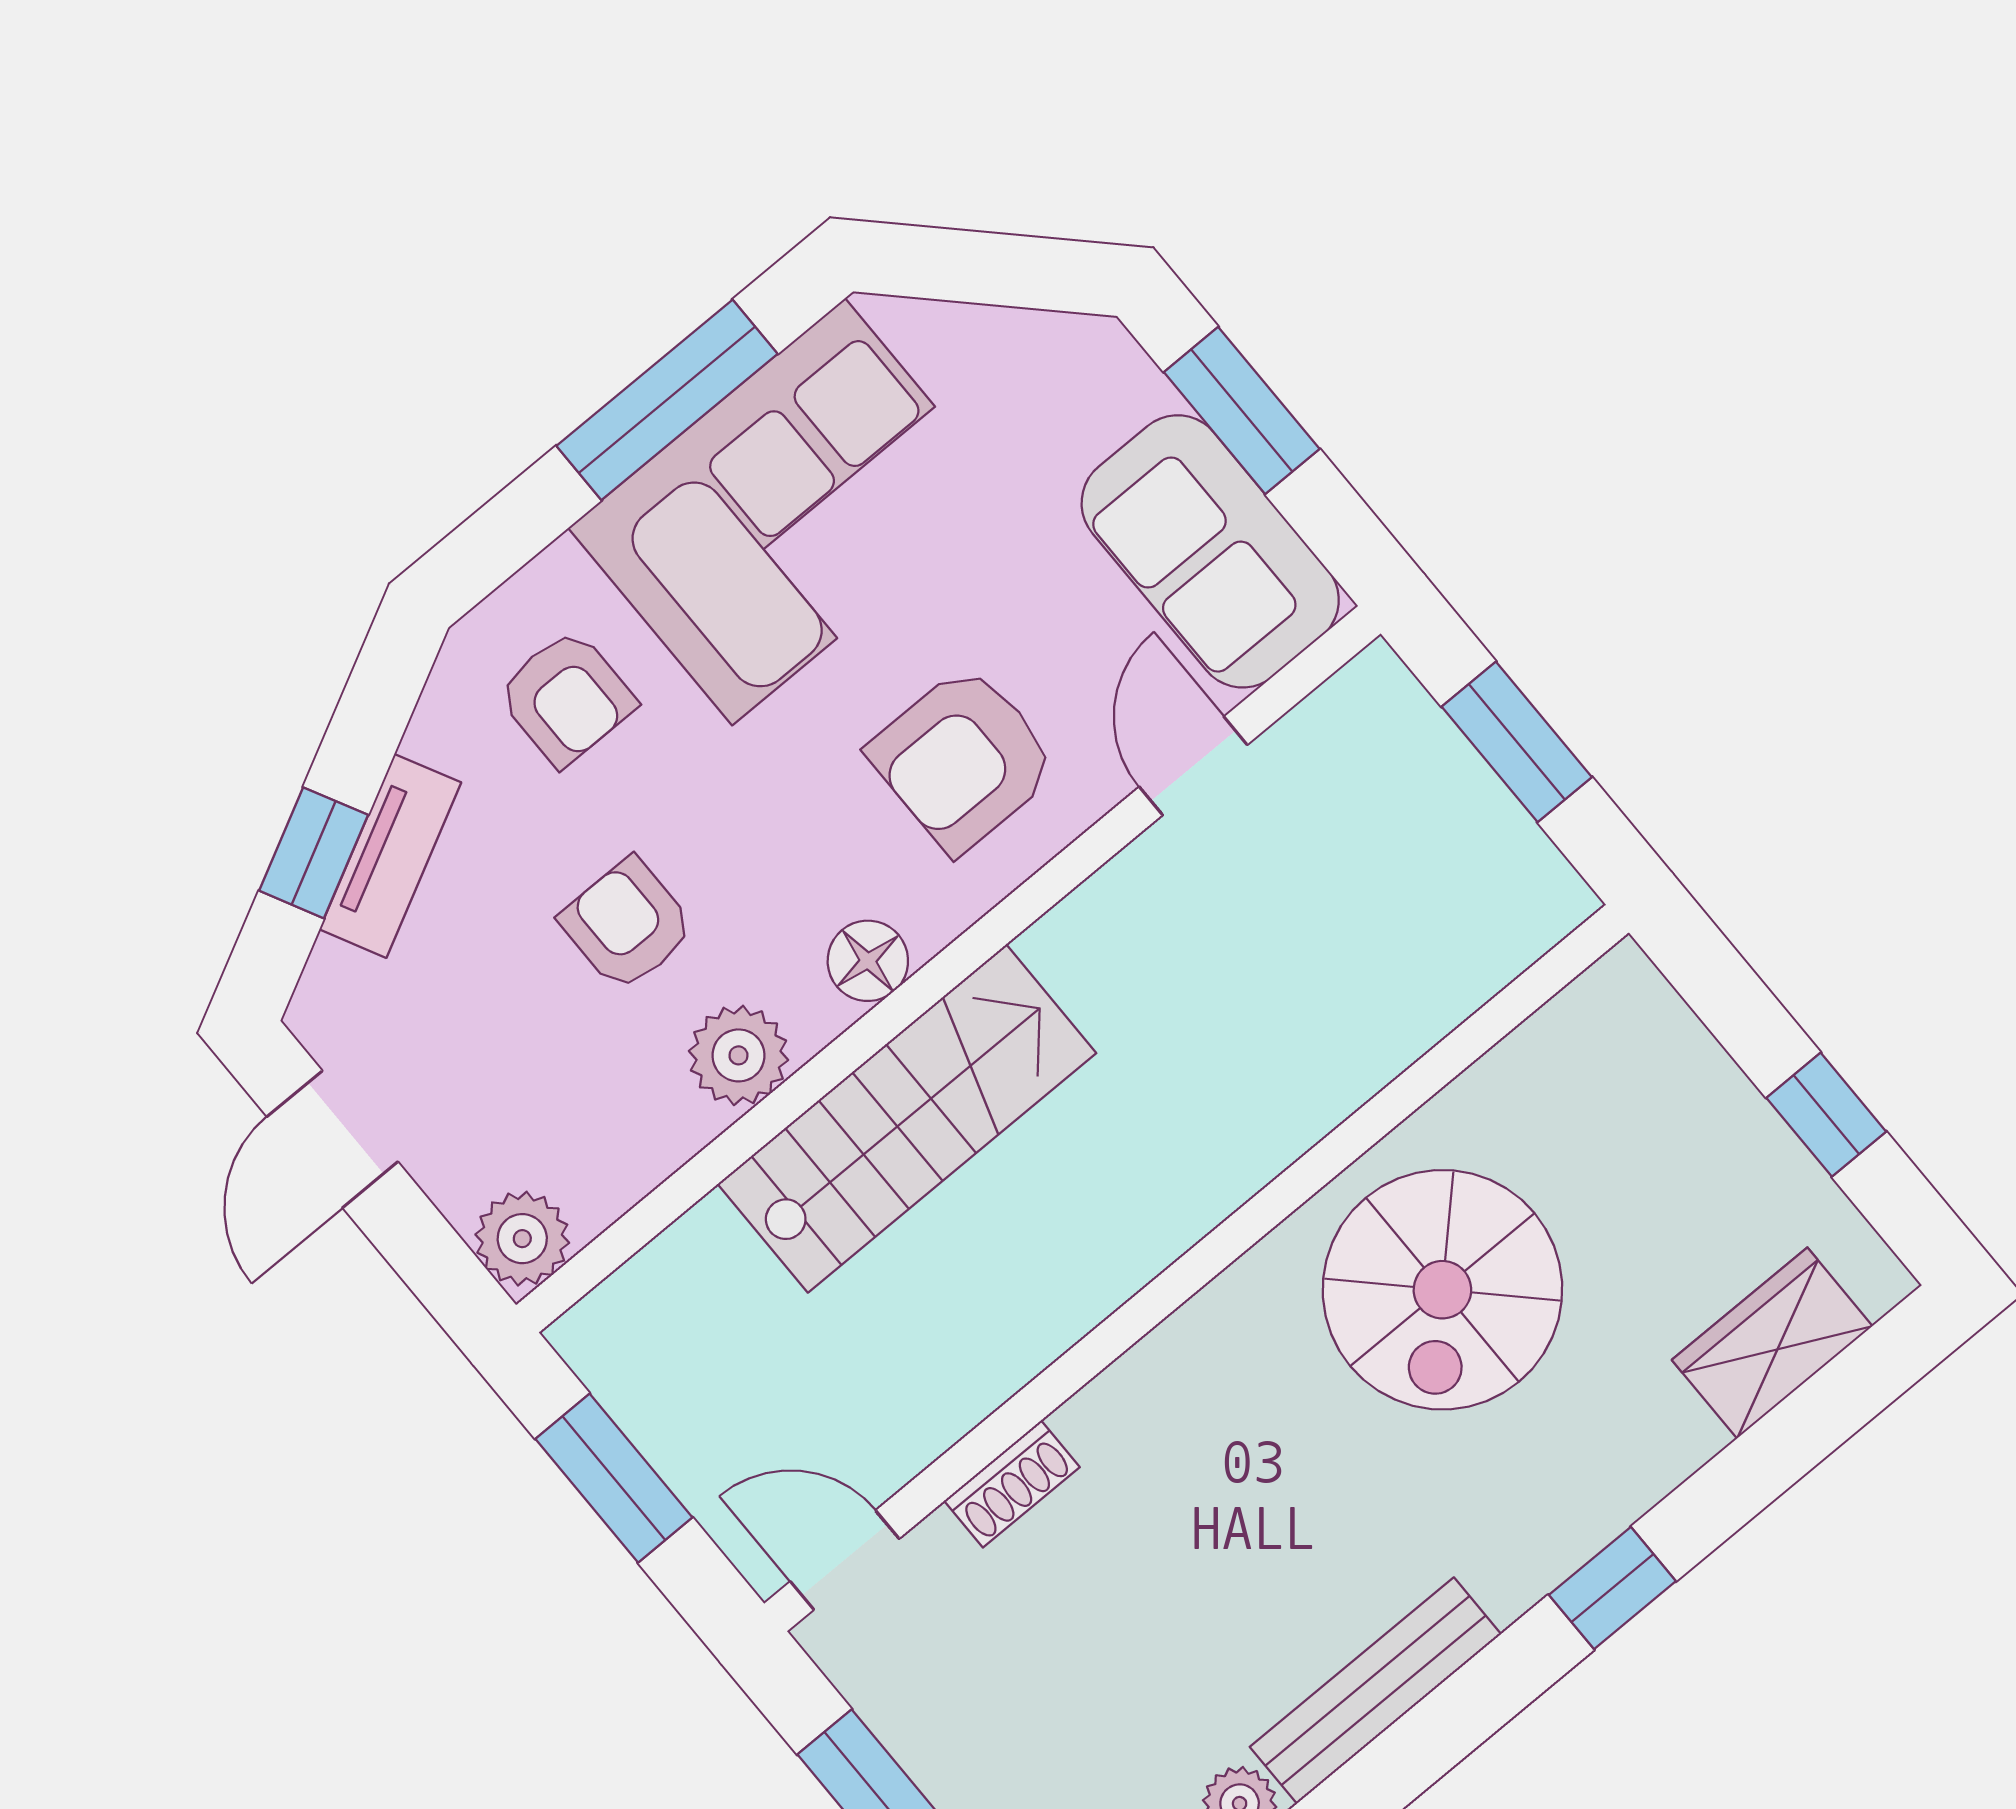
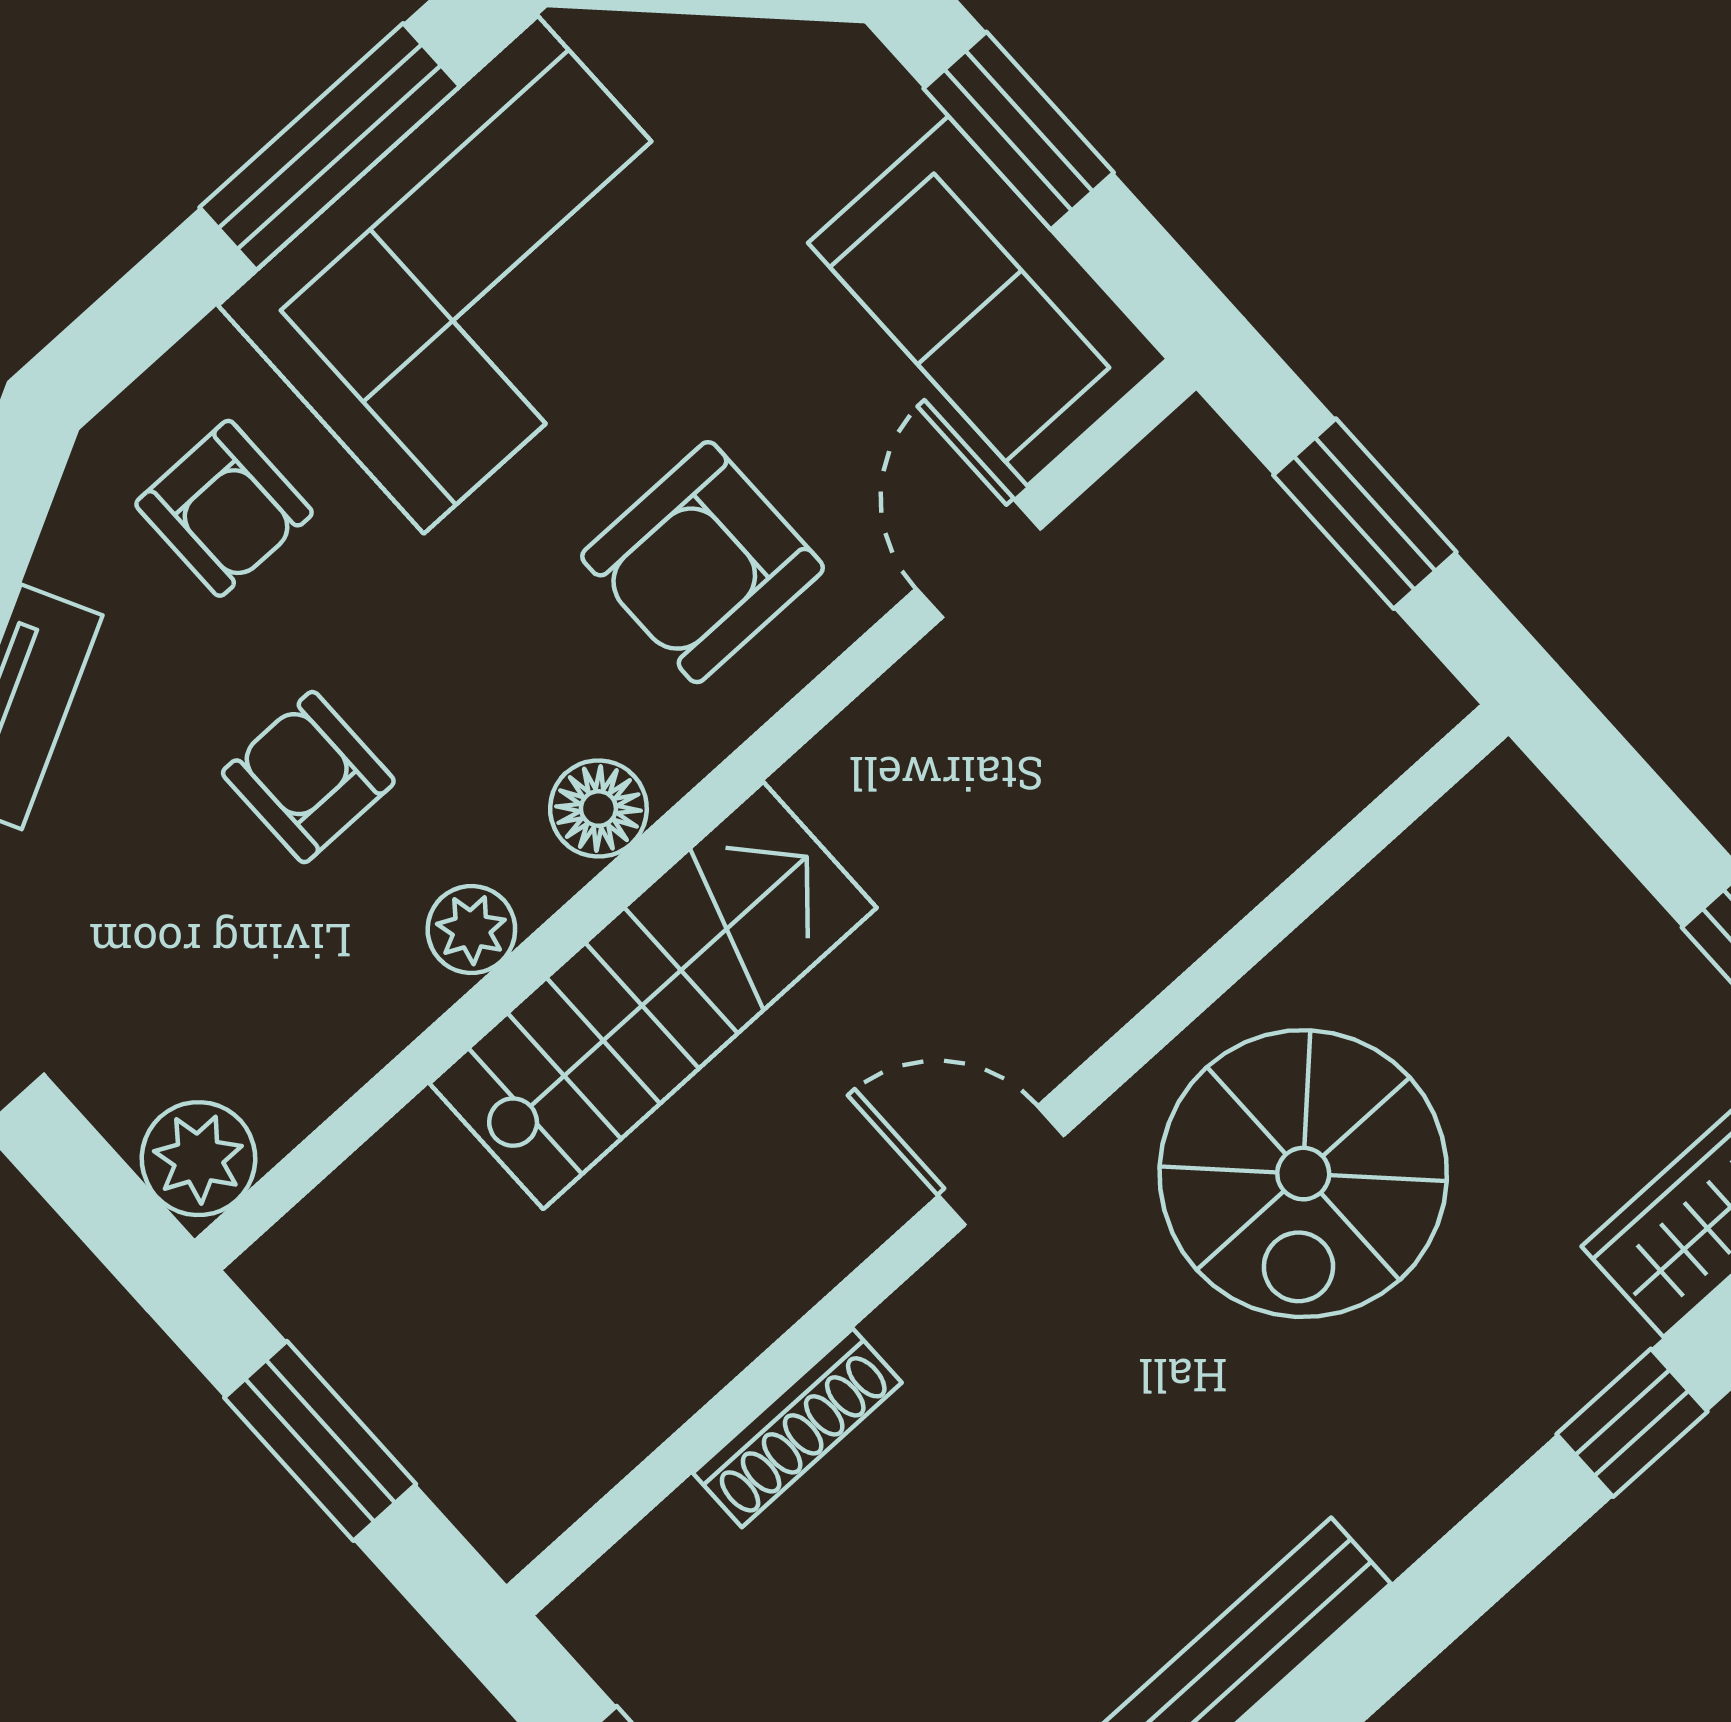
plant: (738, 1055) -> (471, 930), width x0.73, depth x0.73
shoe rack: (1012, 1484) -> (797, 1428), width x1.43
door: (845, 1560) -> (1001, 1166), moved
window: (1612, 1588) -> (1632, 1423), moved

